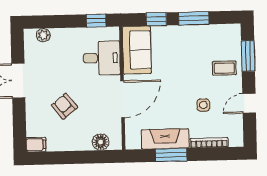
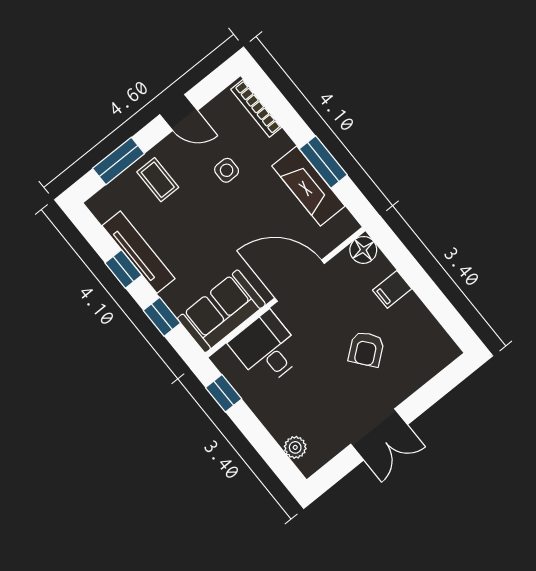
window: (194, 18) -> (123, 269), width x0.67
tv unit: (196, 32) -> (139, 252), added
floor lamp: (101, 142) -> (363, 250), moved
bookcase: (209, 143) -> (256, 108), moved
filing cabinet: (36, 145) -> (392, 289), moved, turned -90

